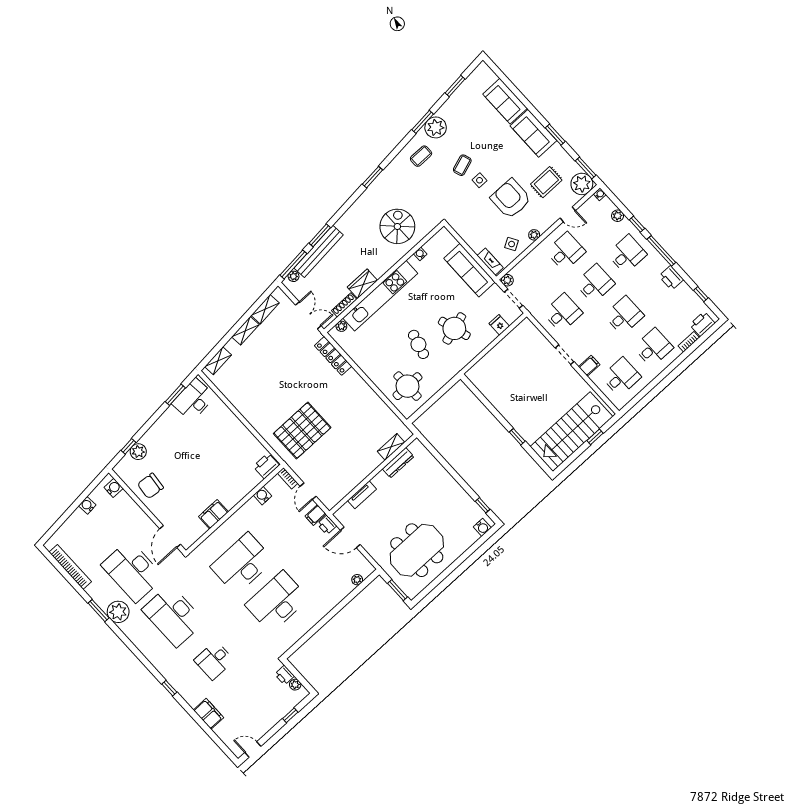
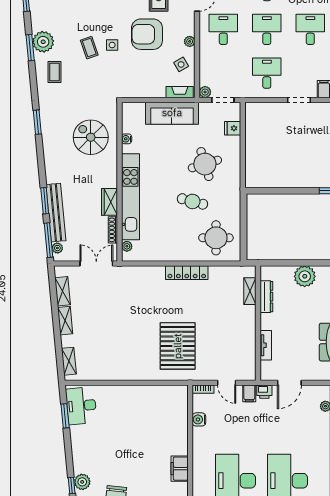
locker: (333, 356) -> (187, 273), moved
printer: (266, 466) -> (179, 397), removed
plant: (439, 477) -> (305, 276), added

